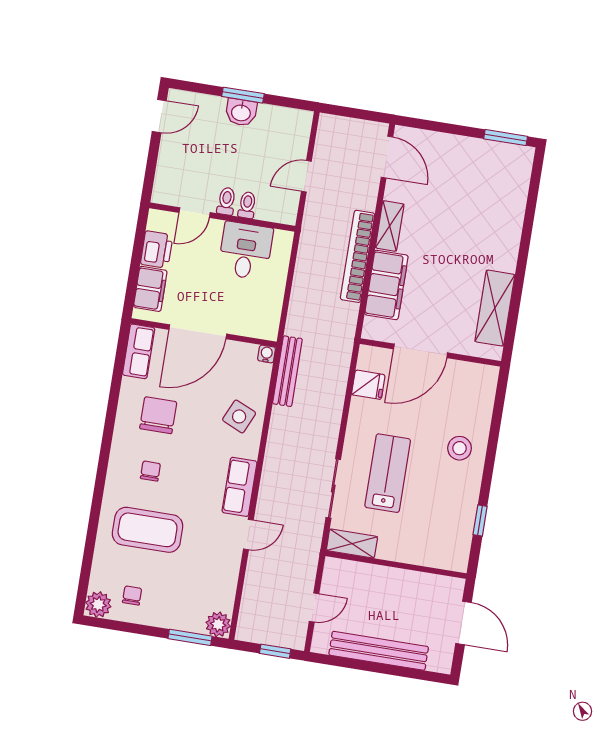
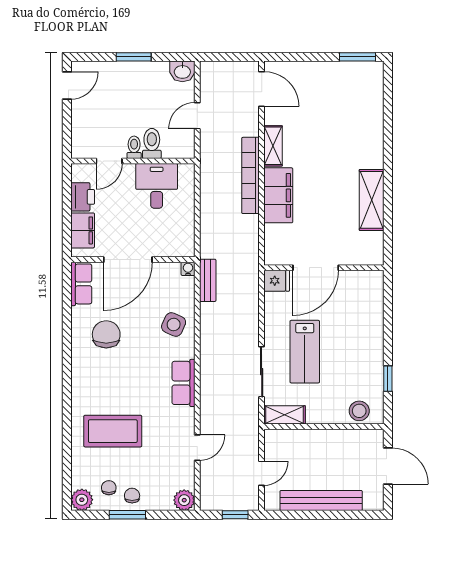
washbasin: (241, 112) -> (182, 71), moved
toilet: (247, 205) -> (152, 143), width x1.37, depth x1.39
door: (421, 351) -> (316, 268), moved
wall: (430, 352) -> (324, 268), moved
bench: (287, 371) -> (208, 280), width x0.73
stool: (460, 448) -> (359, 411), moved
chair: (150, 471) -> (132, 496), moved
lab bench: (388, 473) -> (305, 352), turned 180
door: (248, 535) -> (197, 448), moved
window: (190, 637) -> (127, 515), moved

